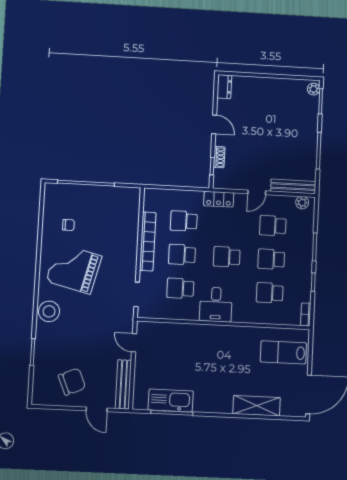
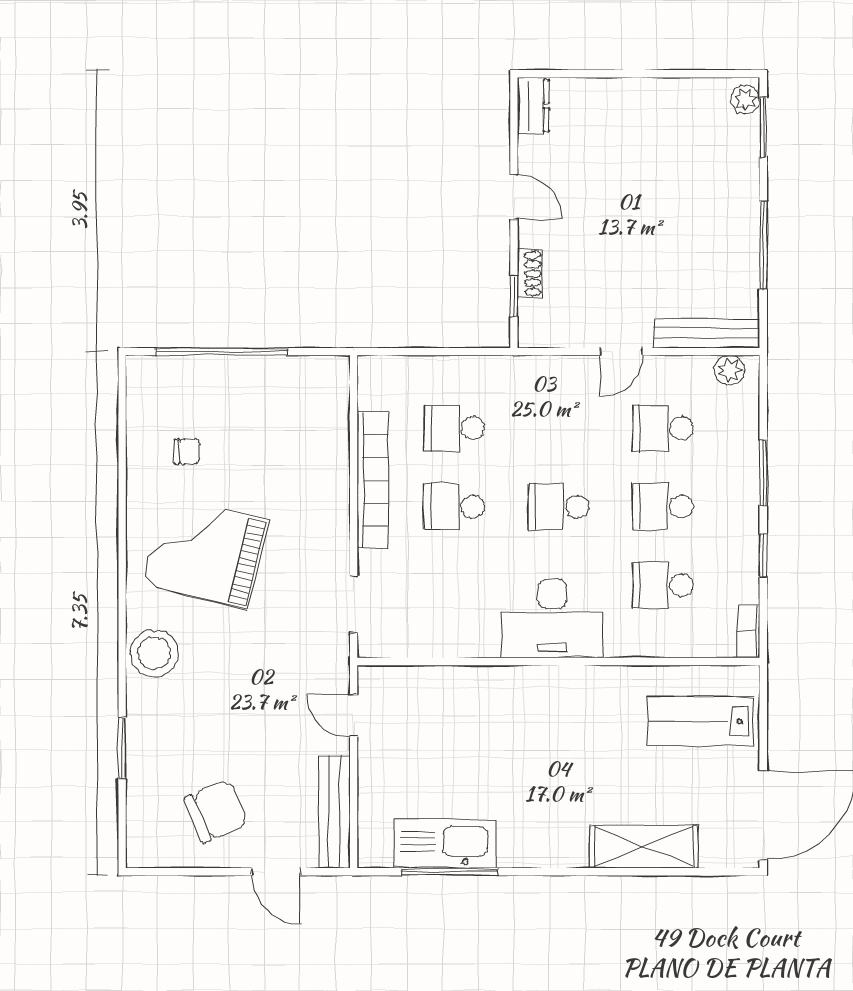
locker: (219, 199) -> (533, 373), removed
school desk: (180, 288) -> (454, 585), removed
desk: (216, 304) -> (552, 618), width x1.37

